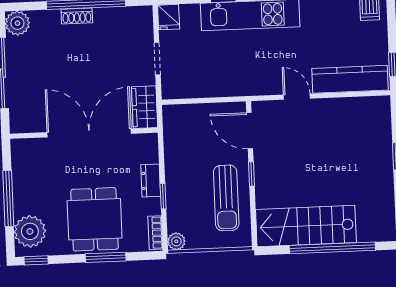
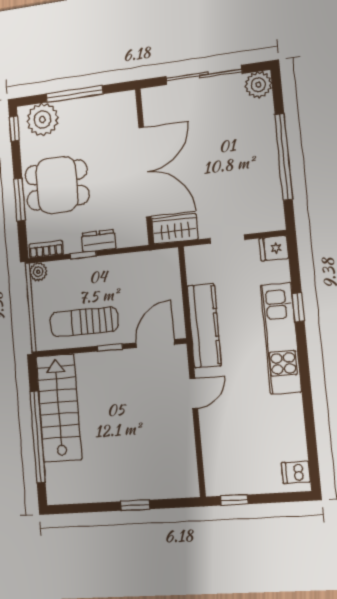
shoe rack: (77, 16) -> (270, 148), removed
kitchen counter: (350, 79) -> (204, 326), moved

